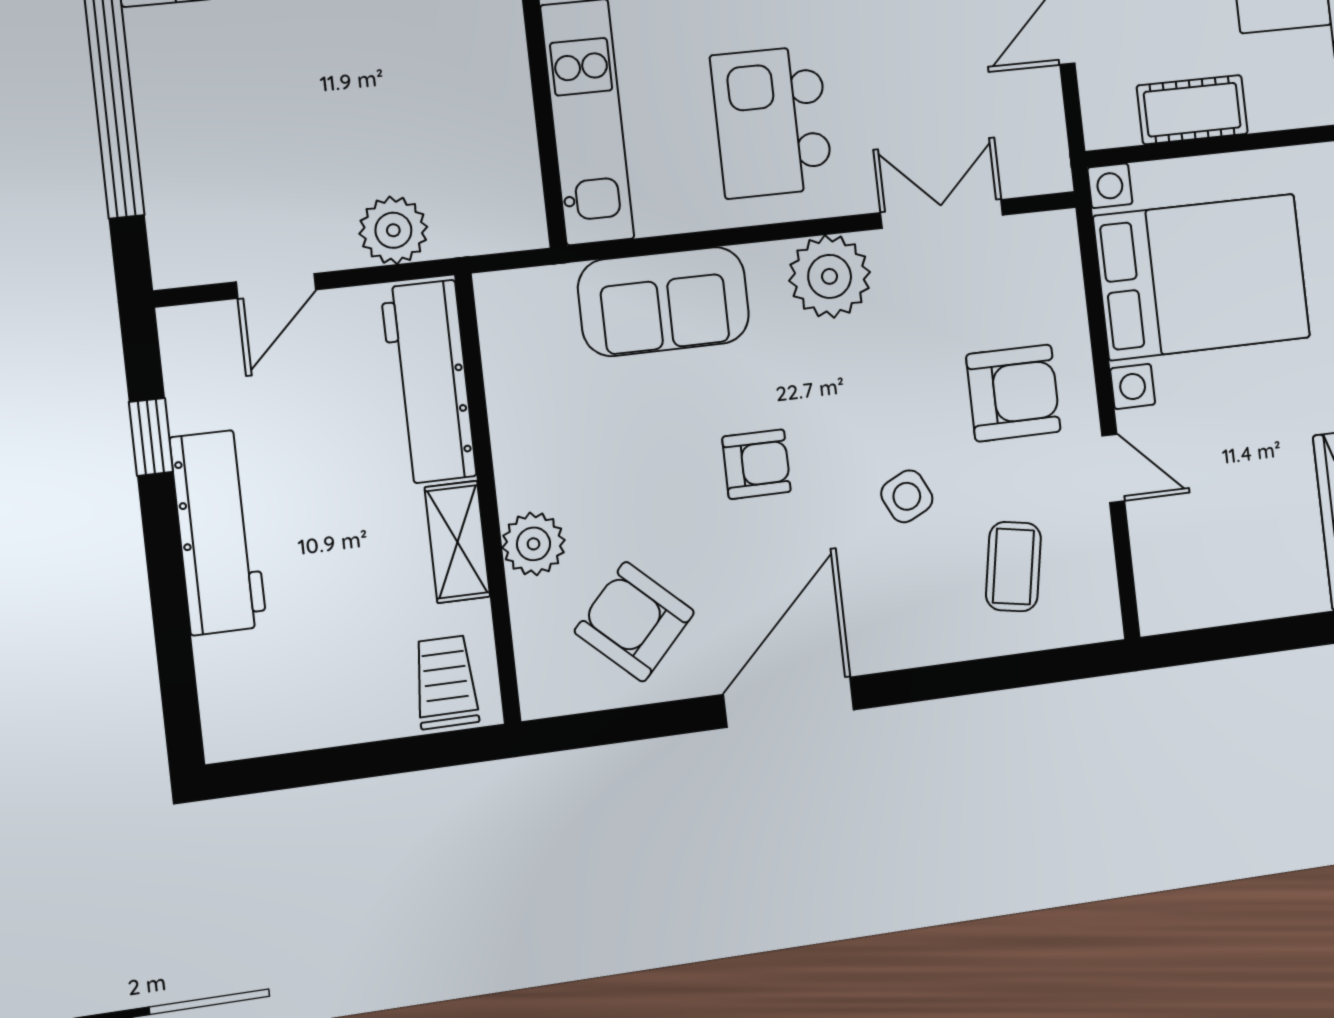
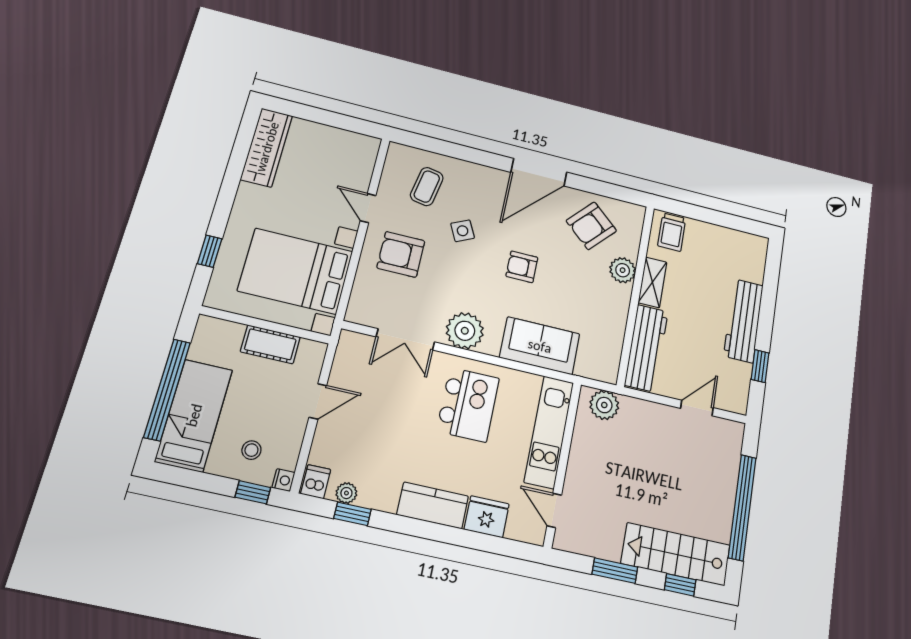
plant: (393, 230) -> (604, 405), moved
armchair: (634, 622) -> (591, 226), turned 89

